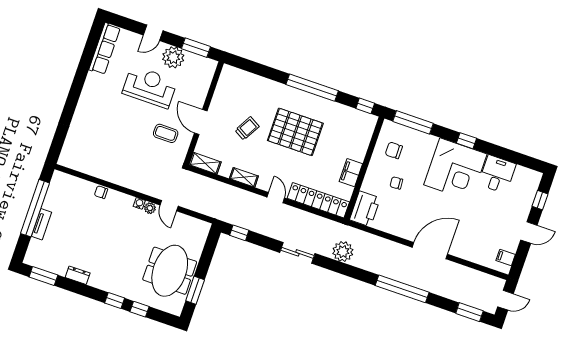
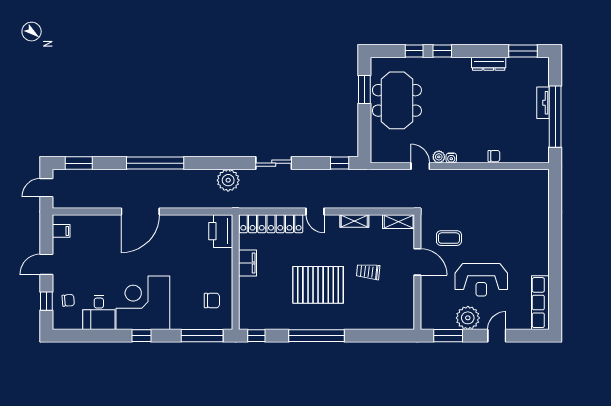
trolley: (247, 128) -> (368, 272), turned 66
chair: (396, 183) -> (68, 300), moved
dresser: (78, 275) -> (489, 64), width x1.44

